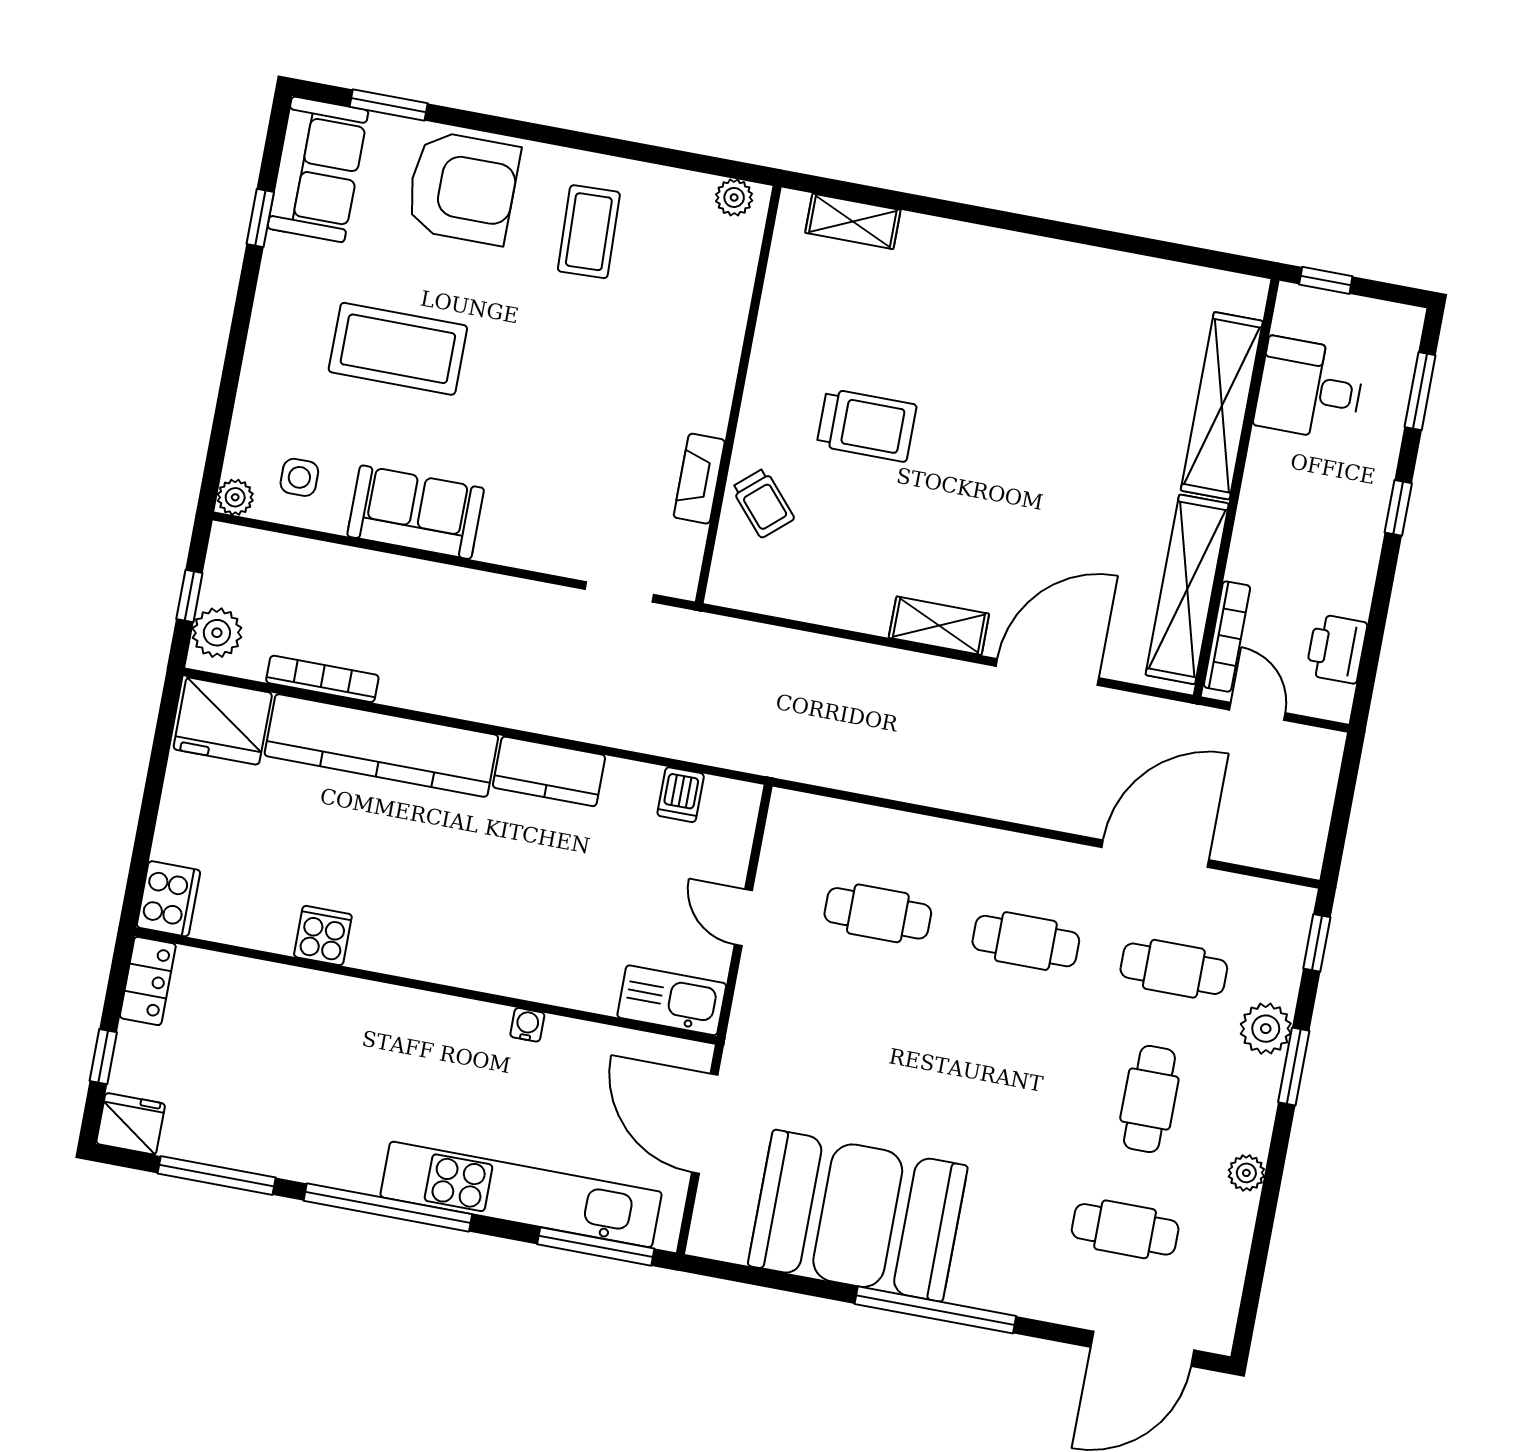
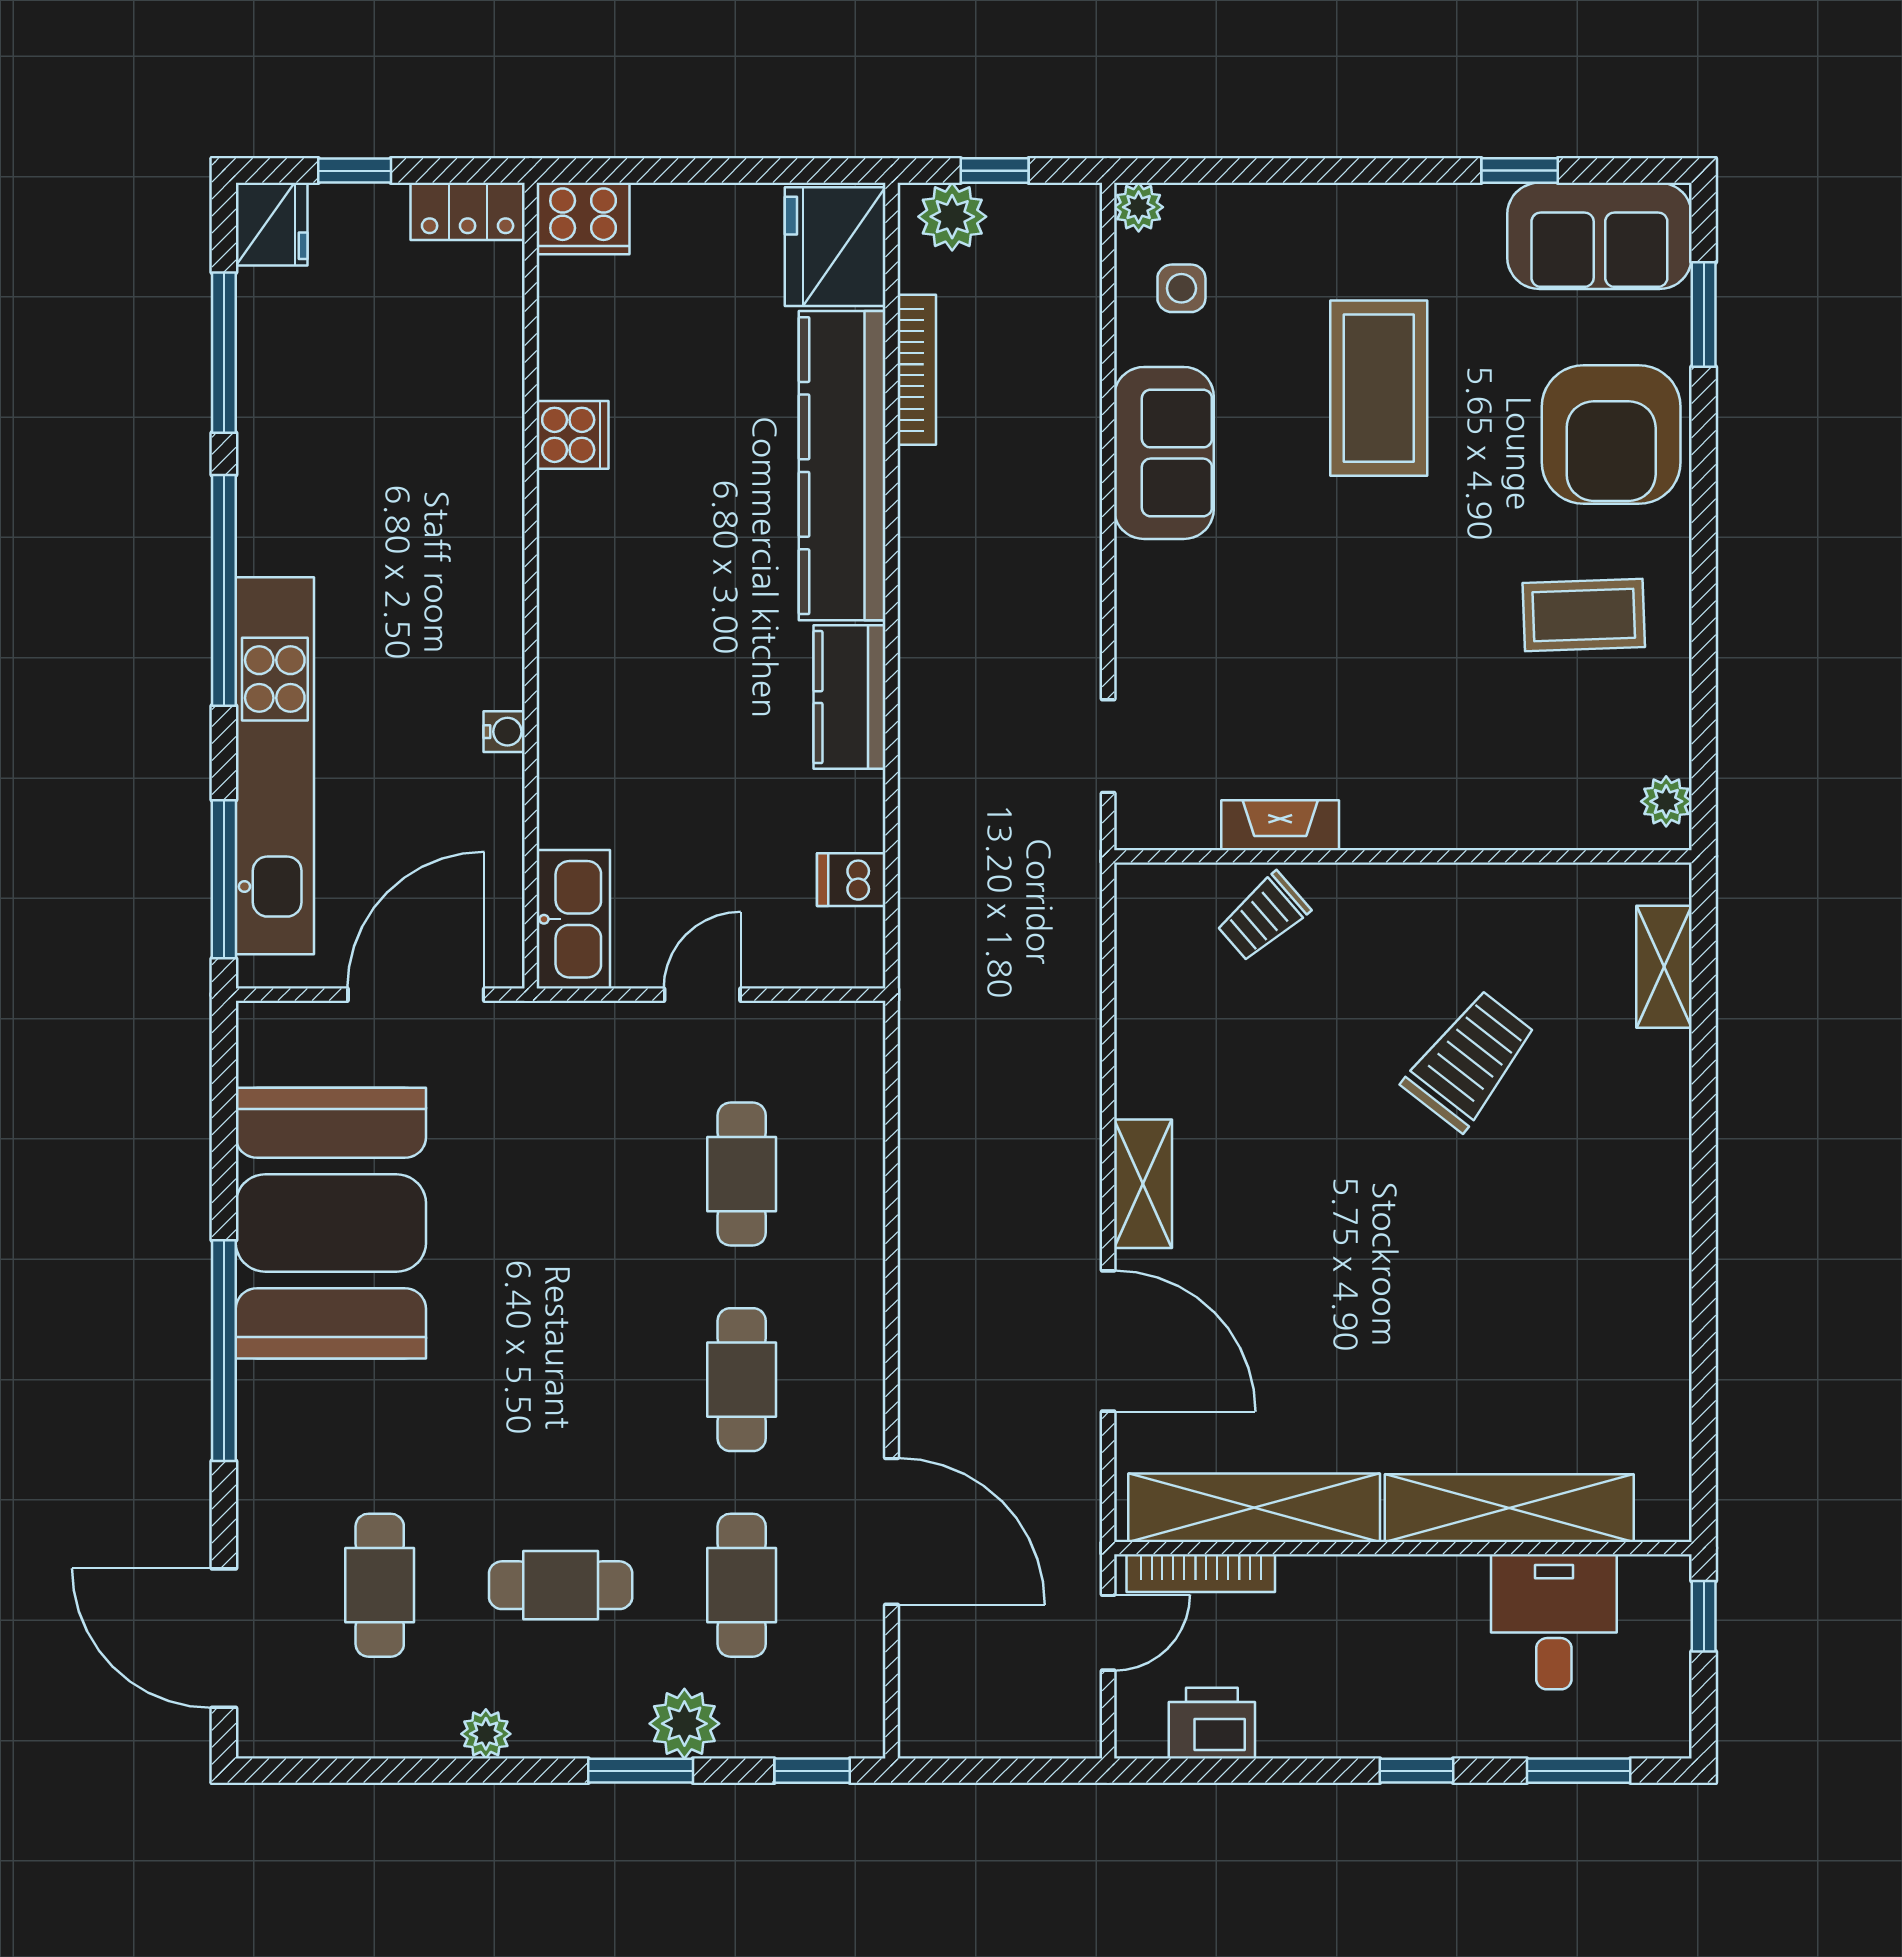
trolley: (867, 425) -> (1469, 1060), moved, turned -142

